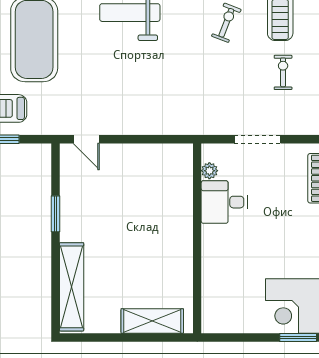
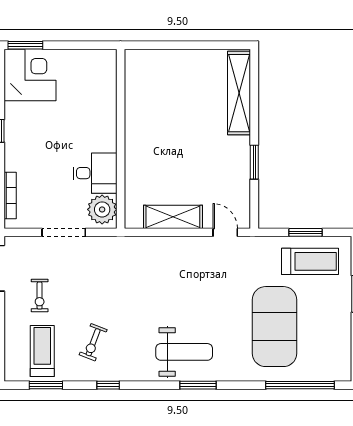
plant: (209, 171) -> (102, 209), width x1.87, depth x1.87
shelving: (152, 321) -> (173, 217), moved

